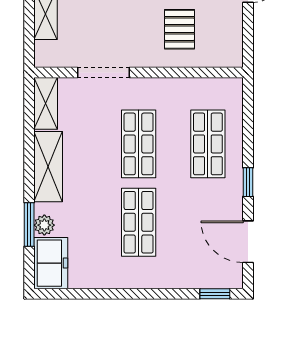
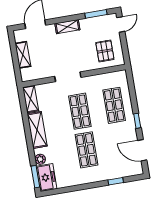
pallet: (179, 29) -> (105, 51), moved
doorway: (104, 72) -> (68, 77), moved
window: (29, 224) -> (35, 177), moved
window: (215, 294) -> (116, 181), moved

